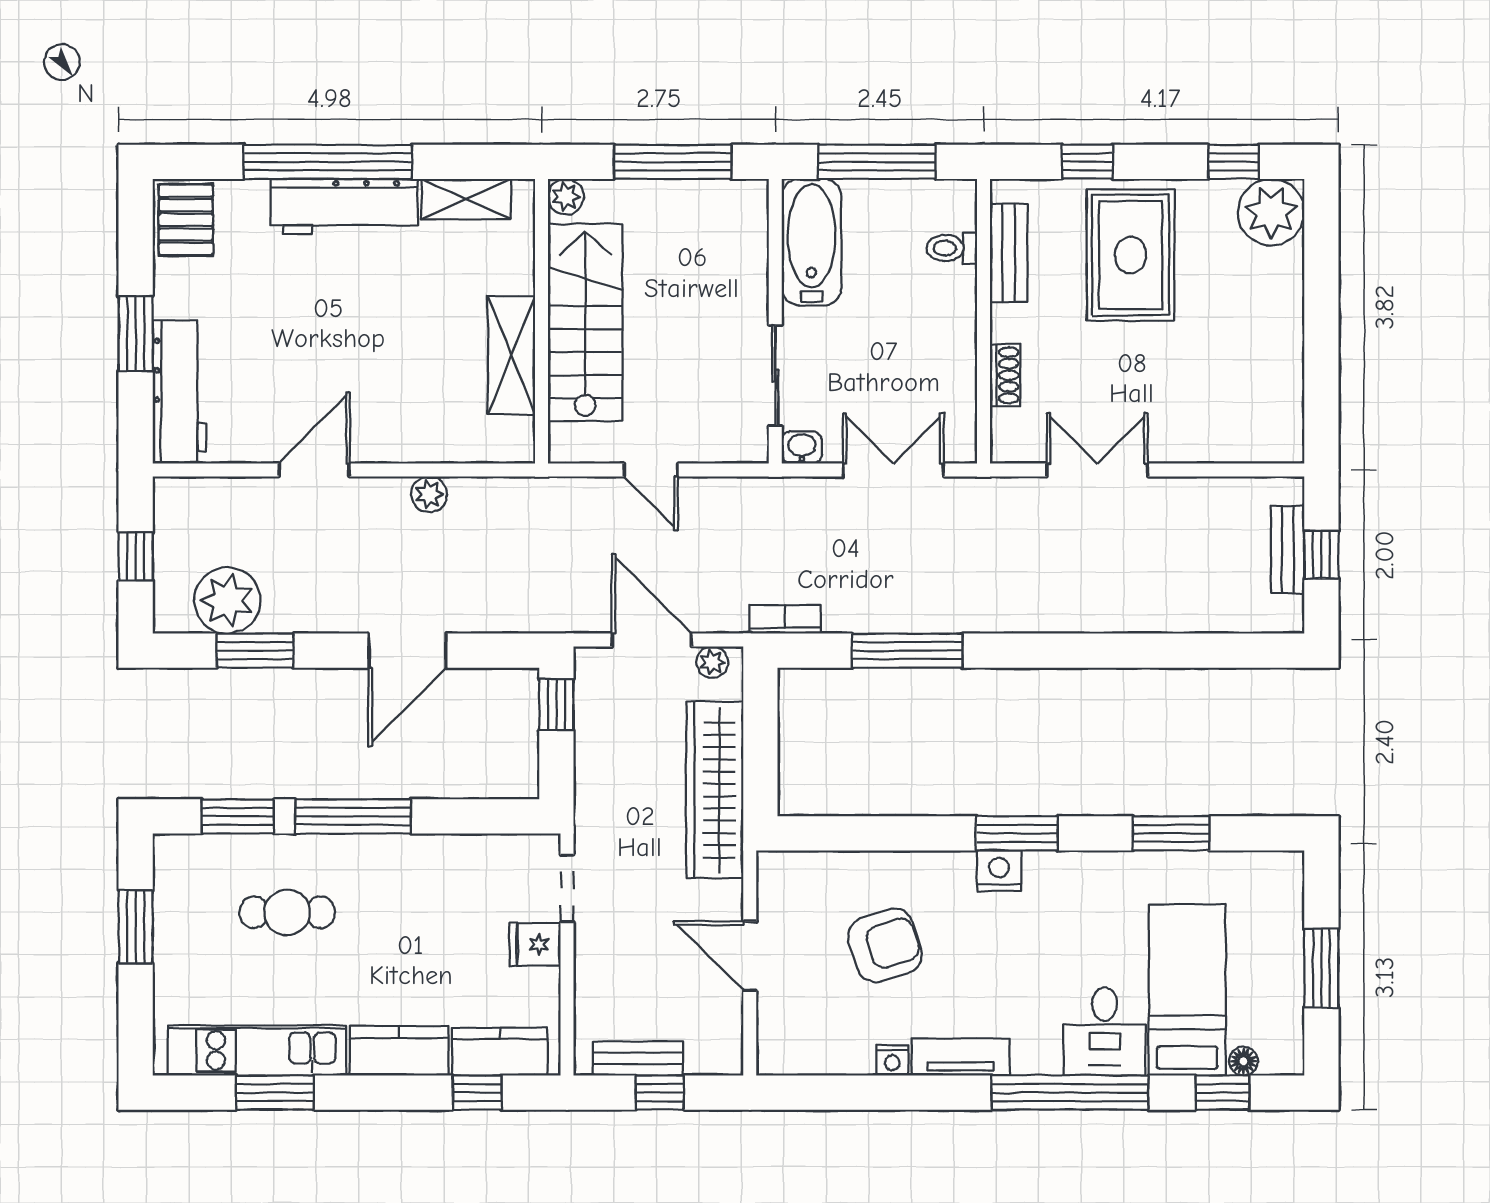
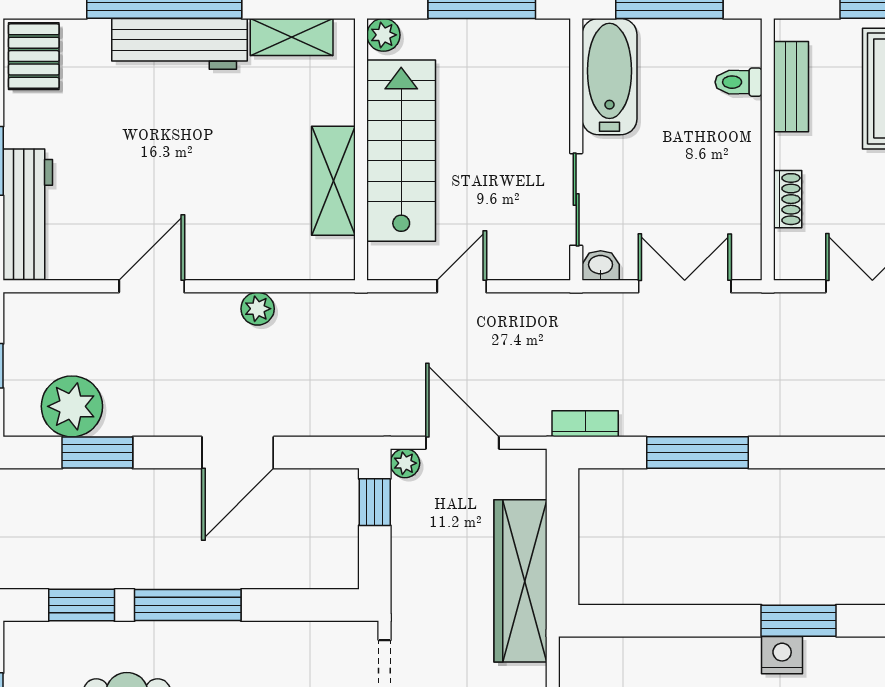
door: (651, 470) -> (462, 286), swing flipped
plant: (712, 662) -> (405, 463), moved

